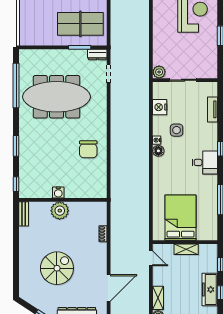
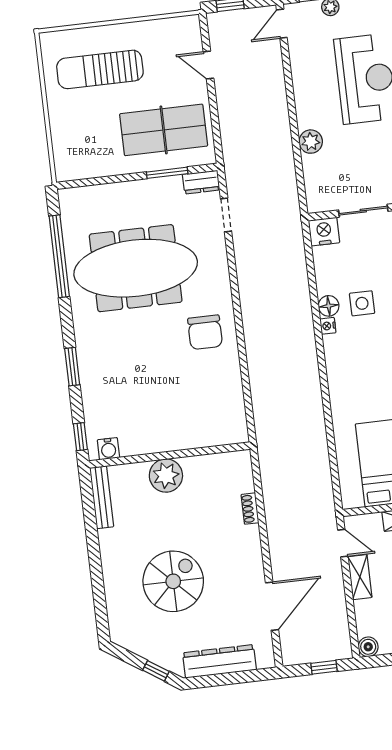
plant: (159, 72) -> (311, 142), moved
nightstand: (160, 107) -> (324, 232), moved, turned 90
chair: (88, 149) -> (205, 332), moved
floor lamp: (158, 151) -> (329, 306), moved
water cooler: (58, 193) -> (108, 449), moved
bench: (24, 214) -> (102, 497), width x1.36
shelving: (158, 298) -> (360, 577), moved

